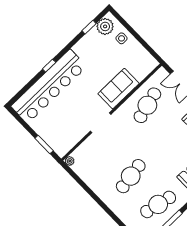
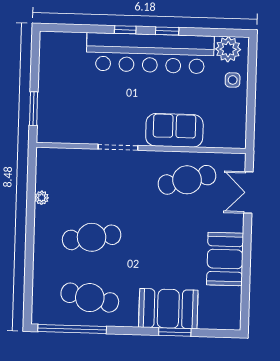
window: (89, 27) -> (167, 31), moved
bar counter: (49, 86) -> (150, 53), moved
plant: (70, 161) -> (42, 198), moved

